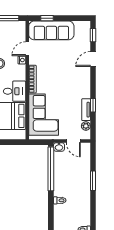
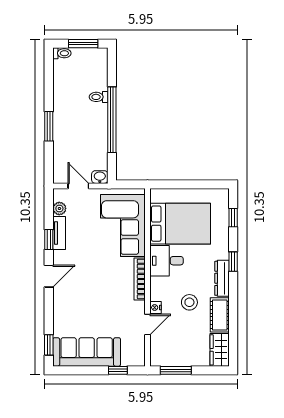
sofa: (51, 30) -> (87, 352), moved
door: (93, 59) -> (49, 276), moved
window: (51, 169) -> (112, 120), moved

